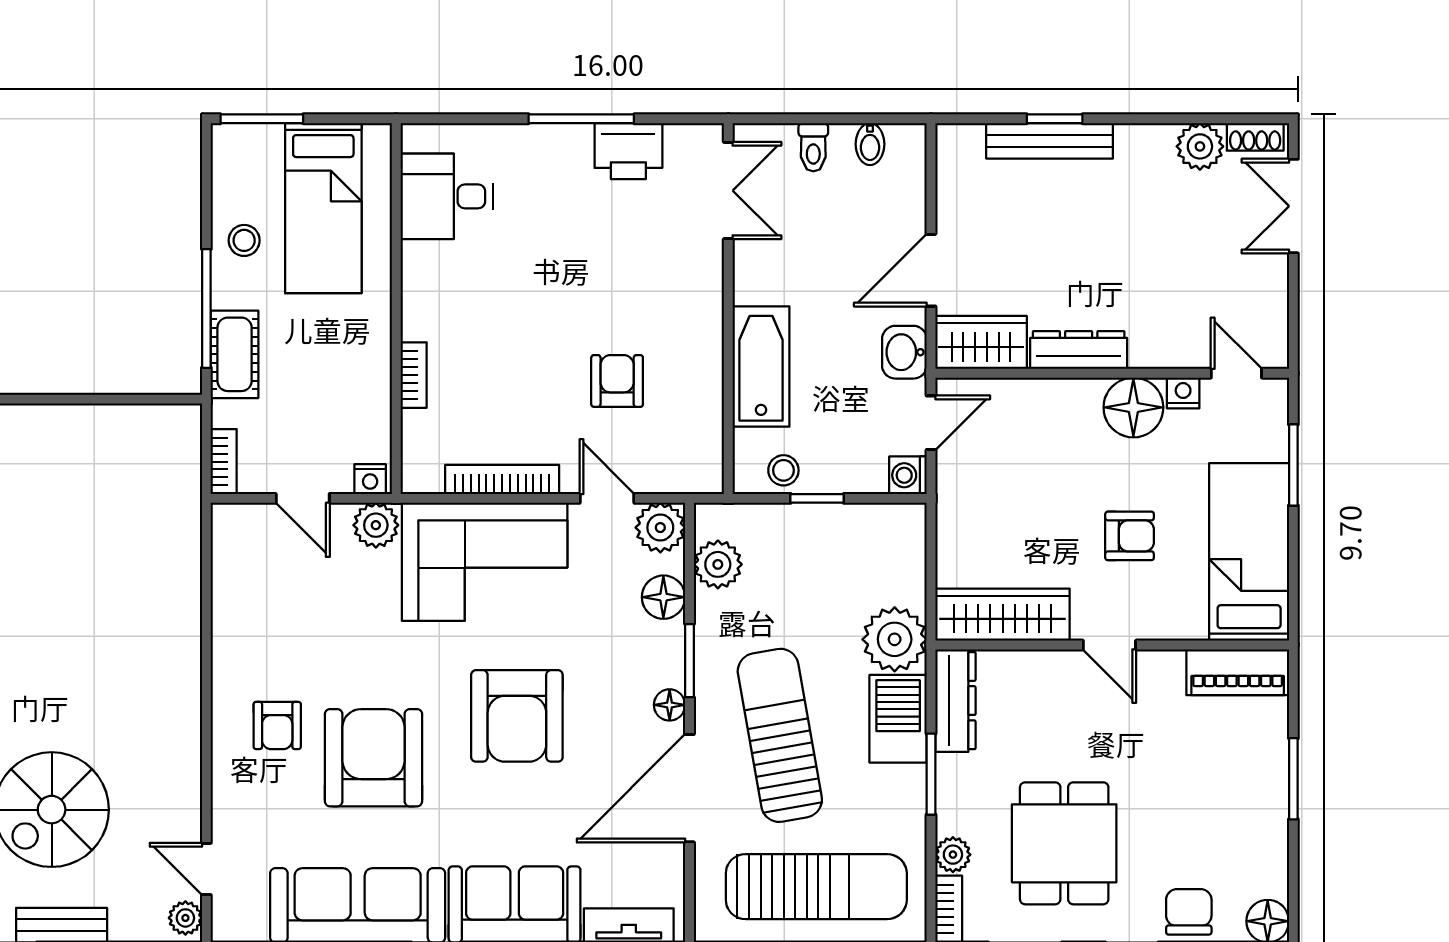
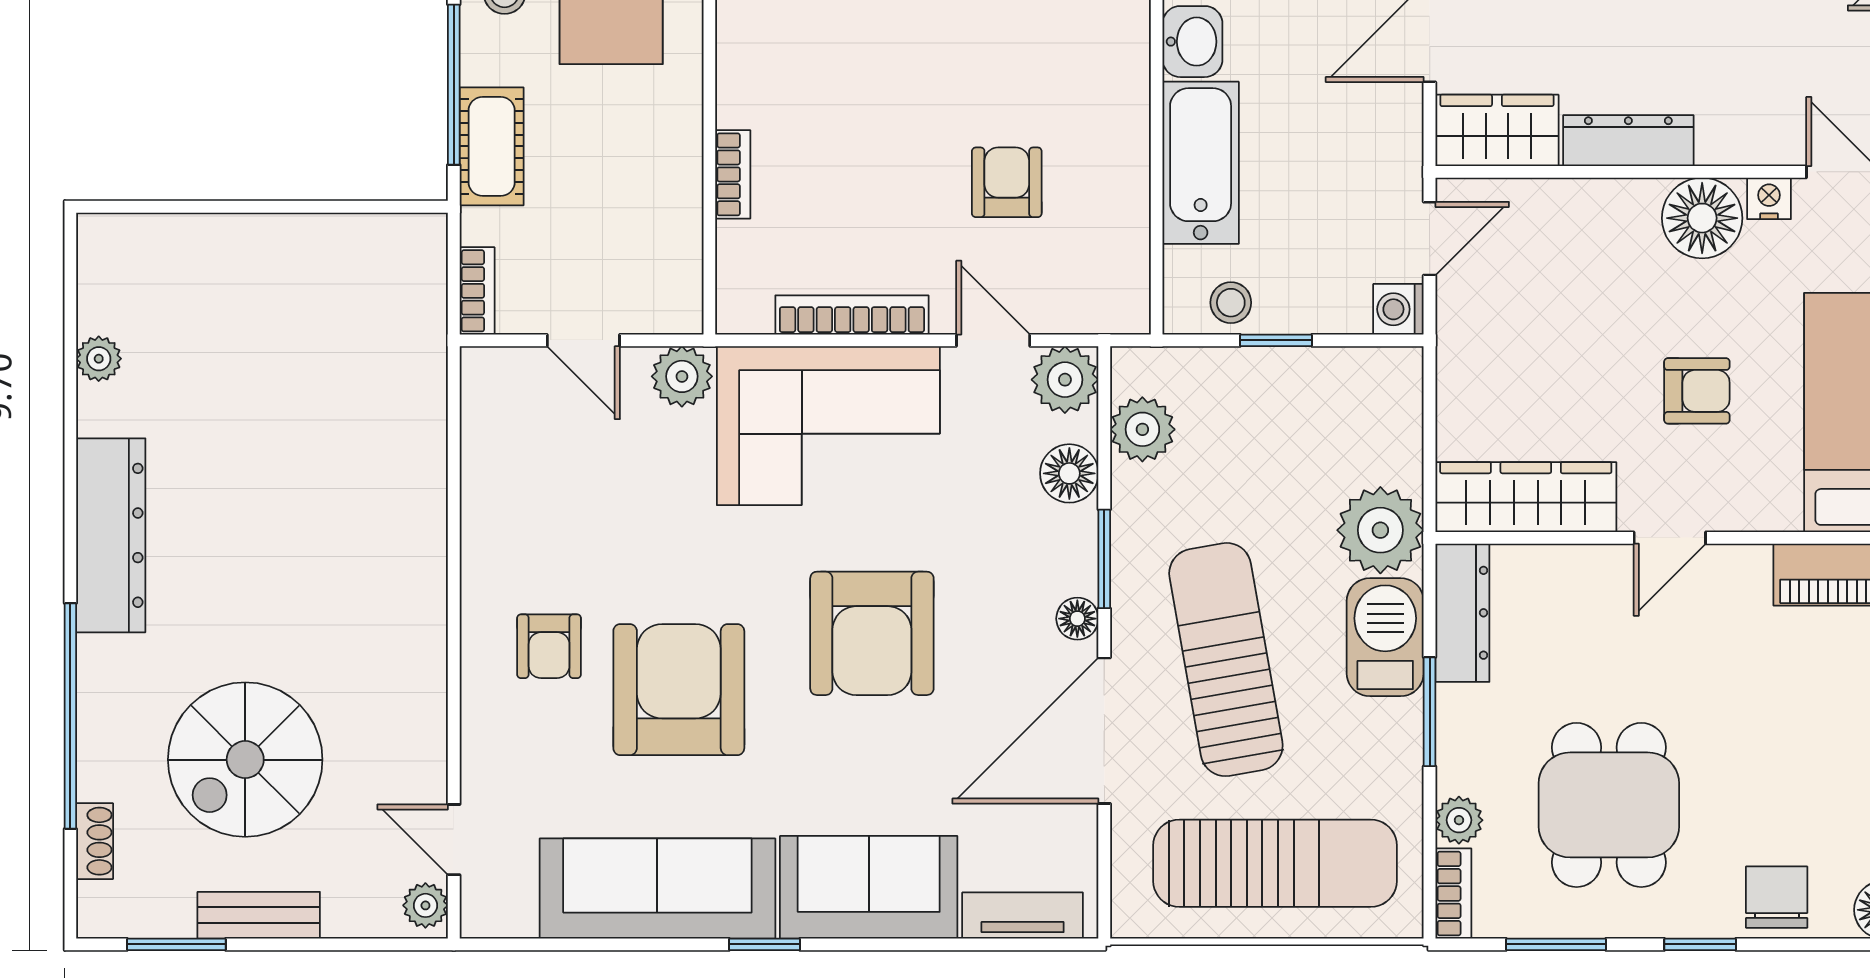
washbasin: (904, 352) -> (1192, 42), moved, turned 180
nightstand: (370, 479) -> (674, 314), removed
door: (1109, 645) -> (1670, 538), hinge flipped

